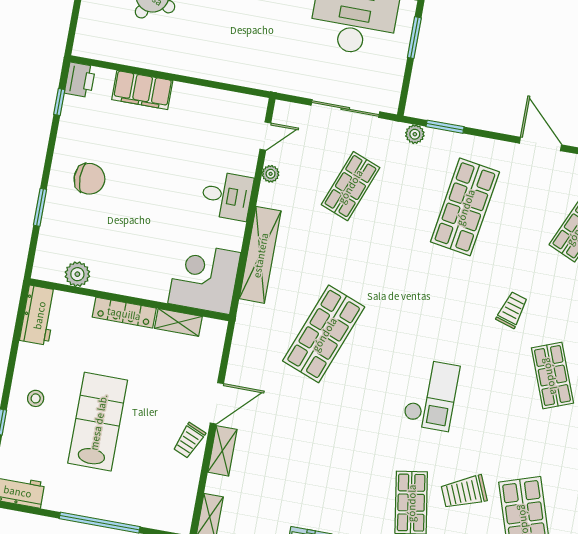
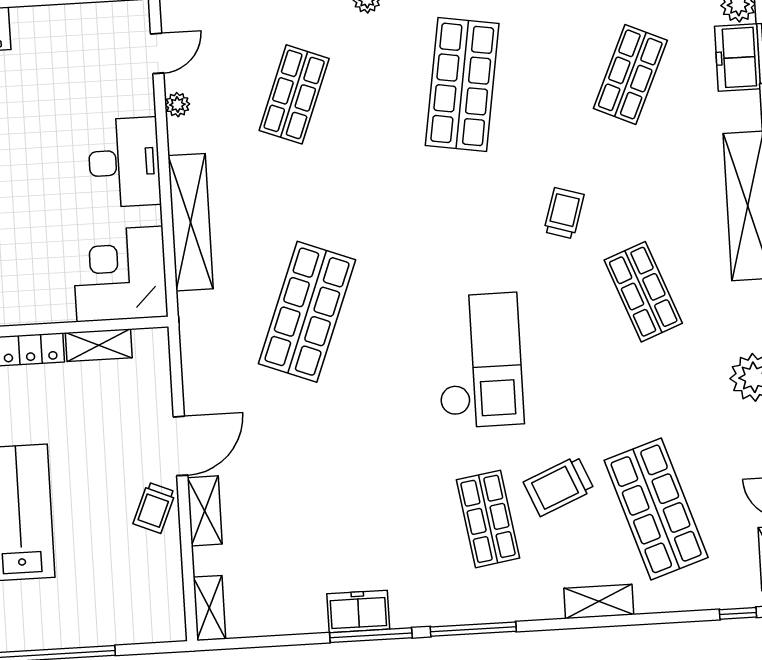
desk: (227, 196) -> (124, 162), width x1.37
checkout: (431, 395) -> (479, 360), width x1.36, depth x1.21

